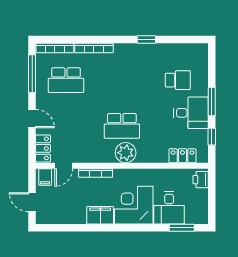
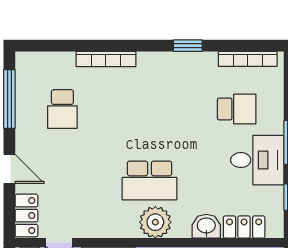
bookcase: (55, 48) -> (248, 59), moved
school desk: (66, 80) -> (62, 109), width x0.54
washbasin: (158, 155) -> (206, 226), added

